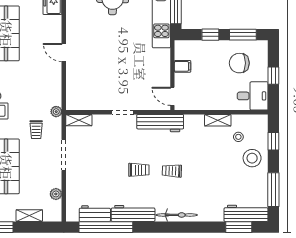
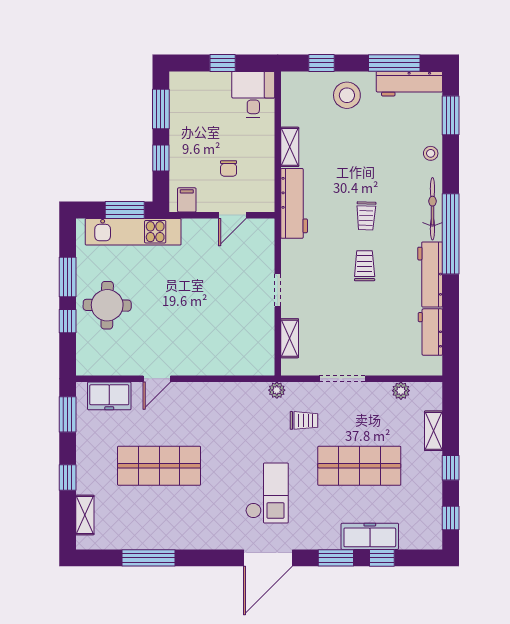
door: (64, 52) -> (157, 379), moved
chair: (239, 63) -> (229, 168), moved, width x0.54, depth x0.54
filing cabinet: (183, 66) -> (187, 200), moved
door: (172, 96) -> (232, 215), moved
shelving: (79, 120) -> (290, 338), moved
workbench: (160, 123) -> (294, 203), moved
stool: (238, 137) -> (431, 153), moved
workbench: (246, 213) -> (409, 84), moved, turned -90
window: (106, 227) -> (451, 234), moved

